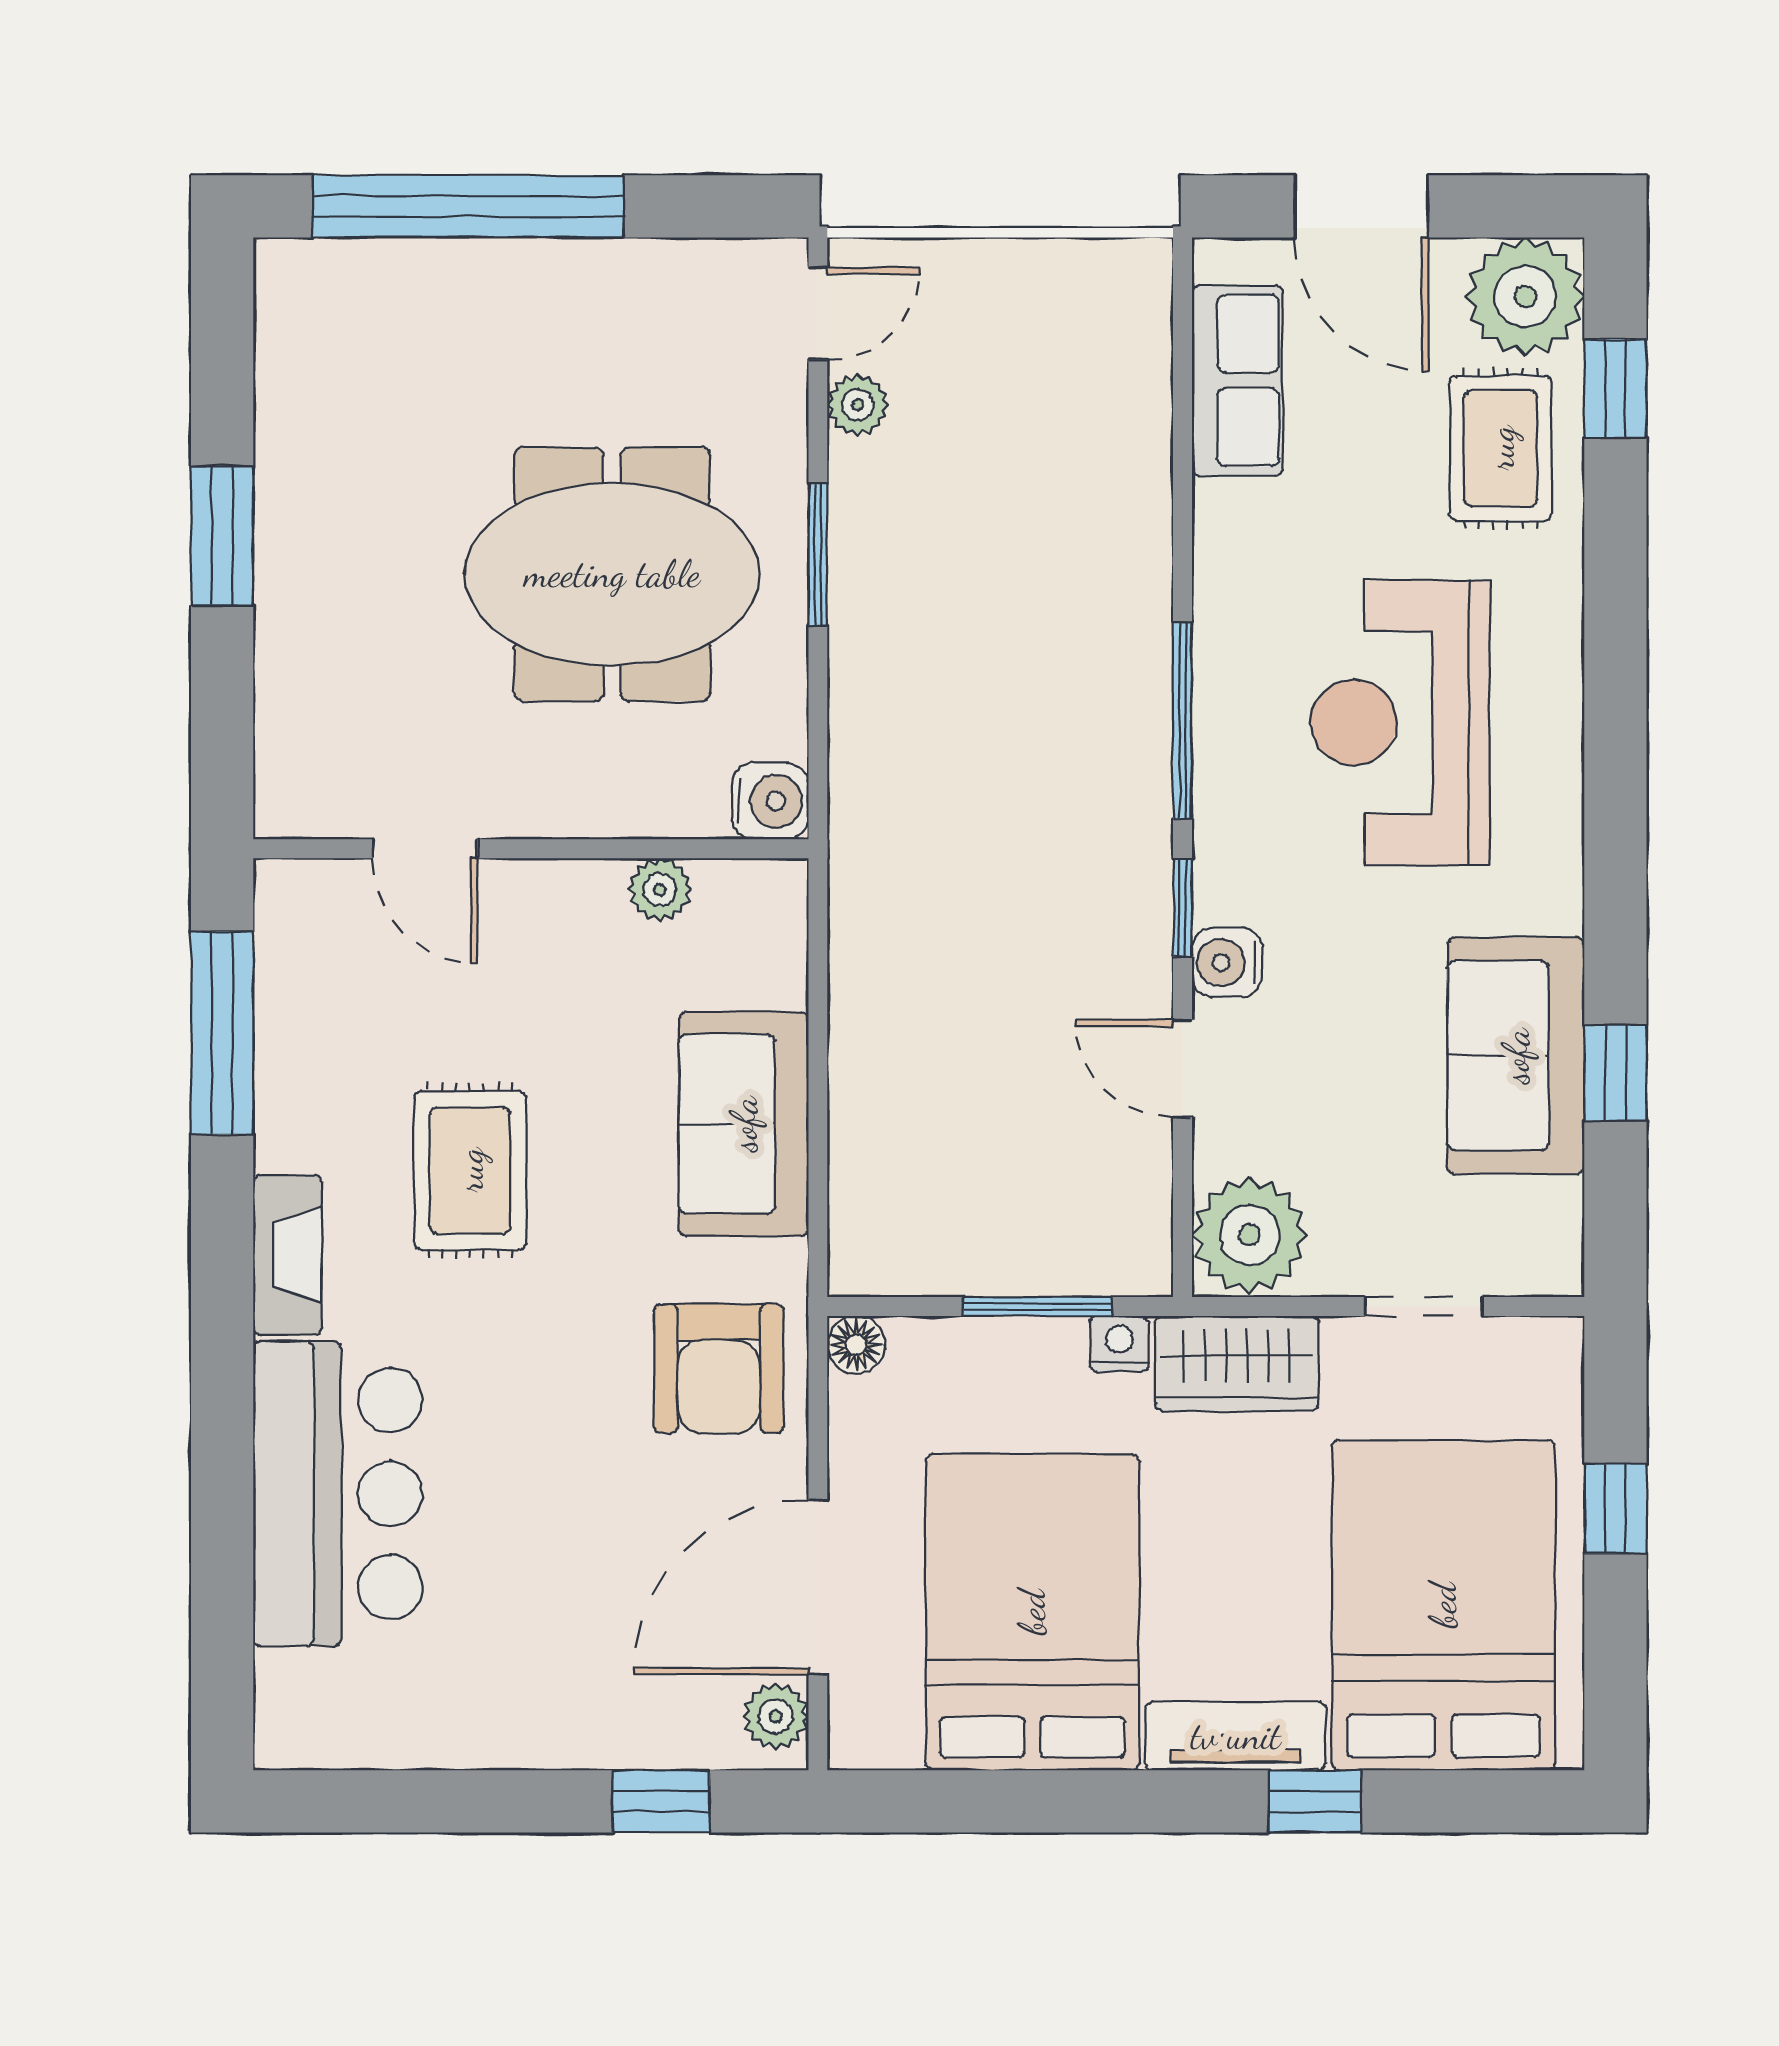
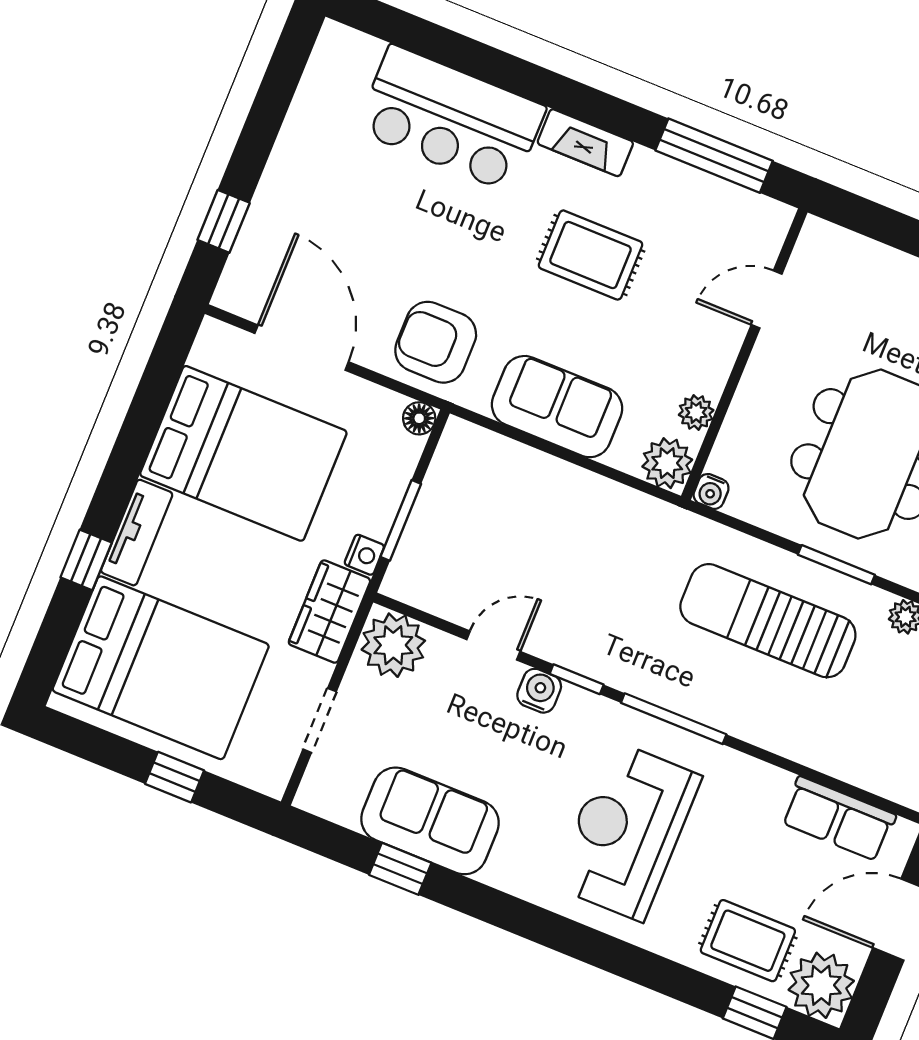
sun lounger: (957, 630) -> (768, 621), added
reception desk: (1400, 723) -> (627, 831), turned -90
water cooler: (770, 801) -> (711, 491), width x0.72, depth x0.72
plant: (776, 1716) -> (667, 463), moved, width x1.38, depth x1.38

